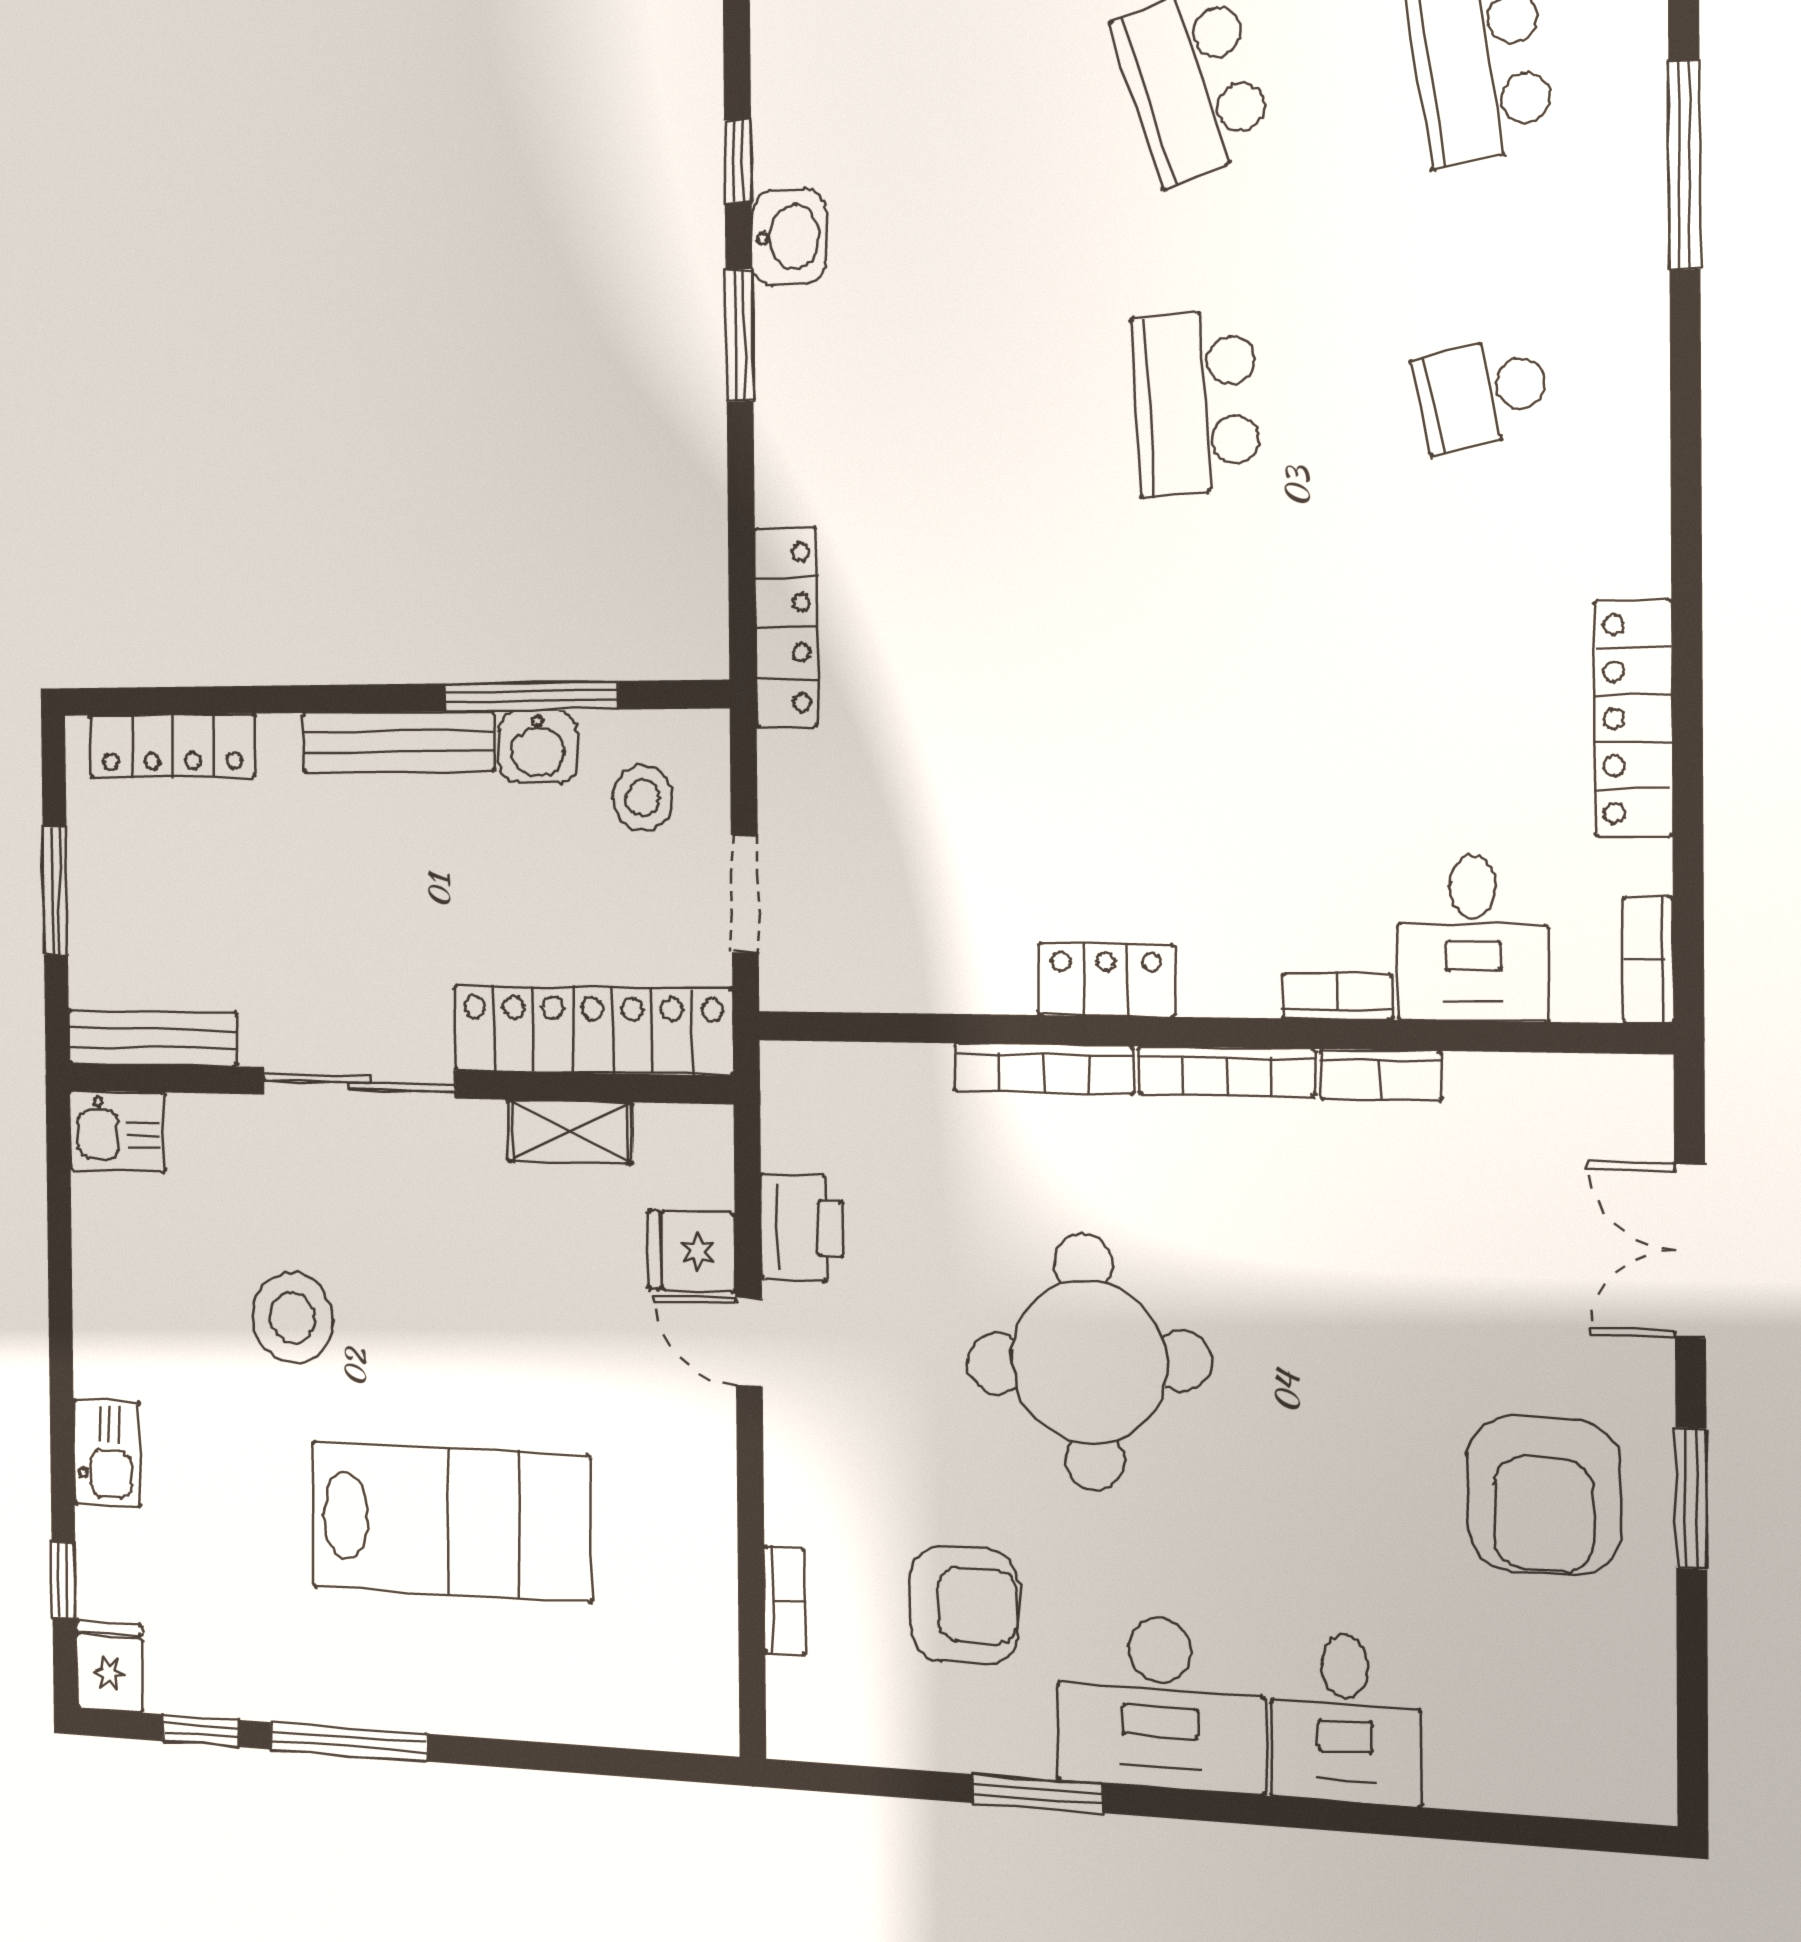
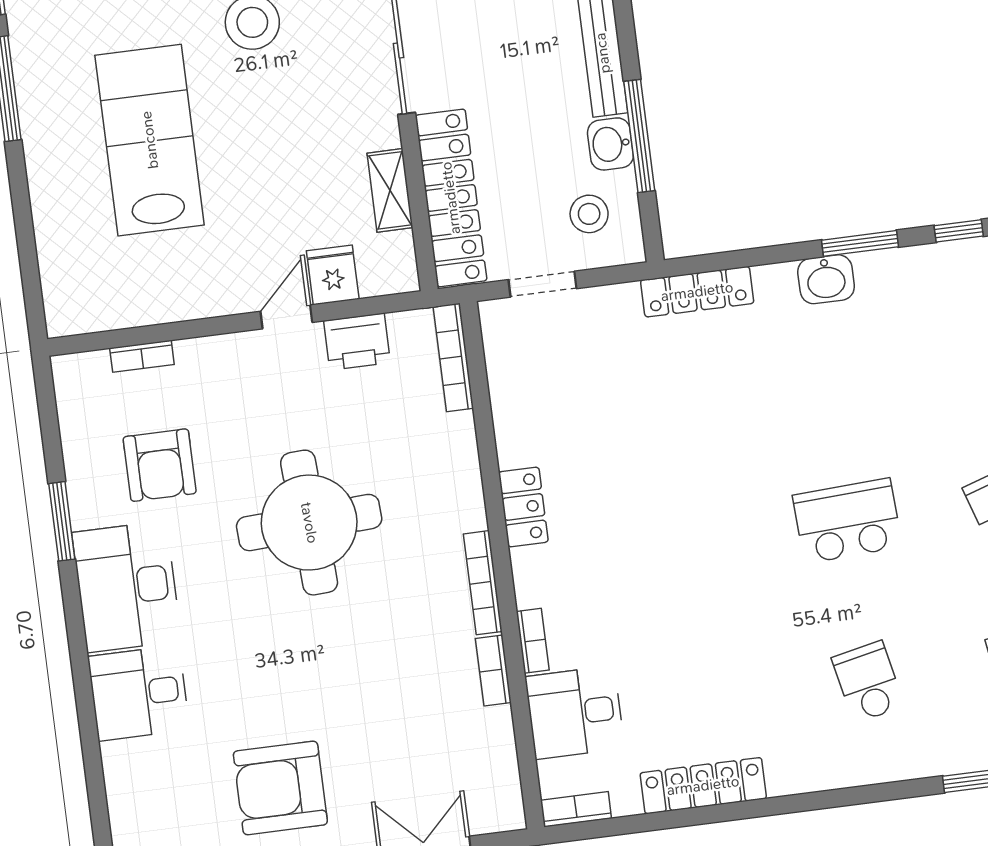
washbasin: (789, 237) -> (826, 279), moved
bookcase: (1043, 1069) -> (453, 357), moved
lab bench: (450, 1521) -> (150, 140), turned 180

